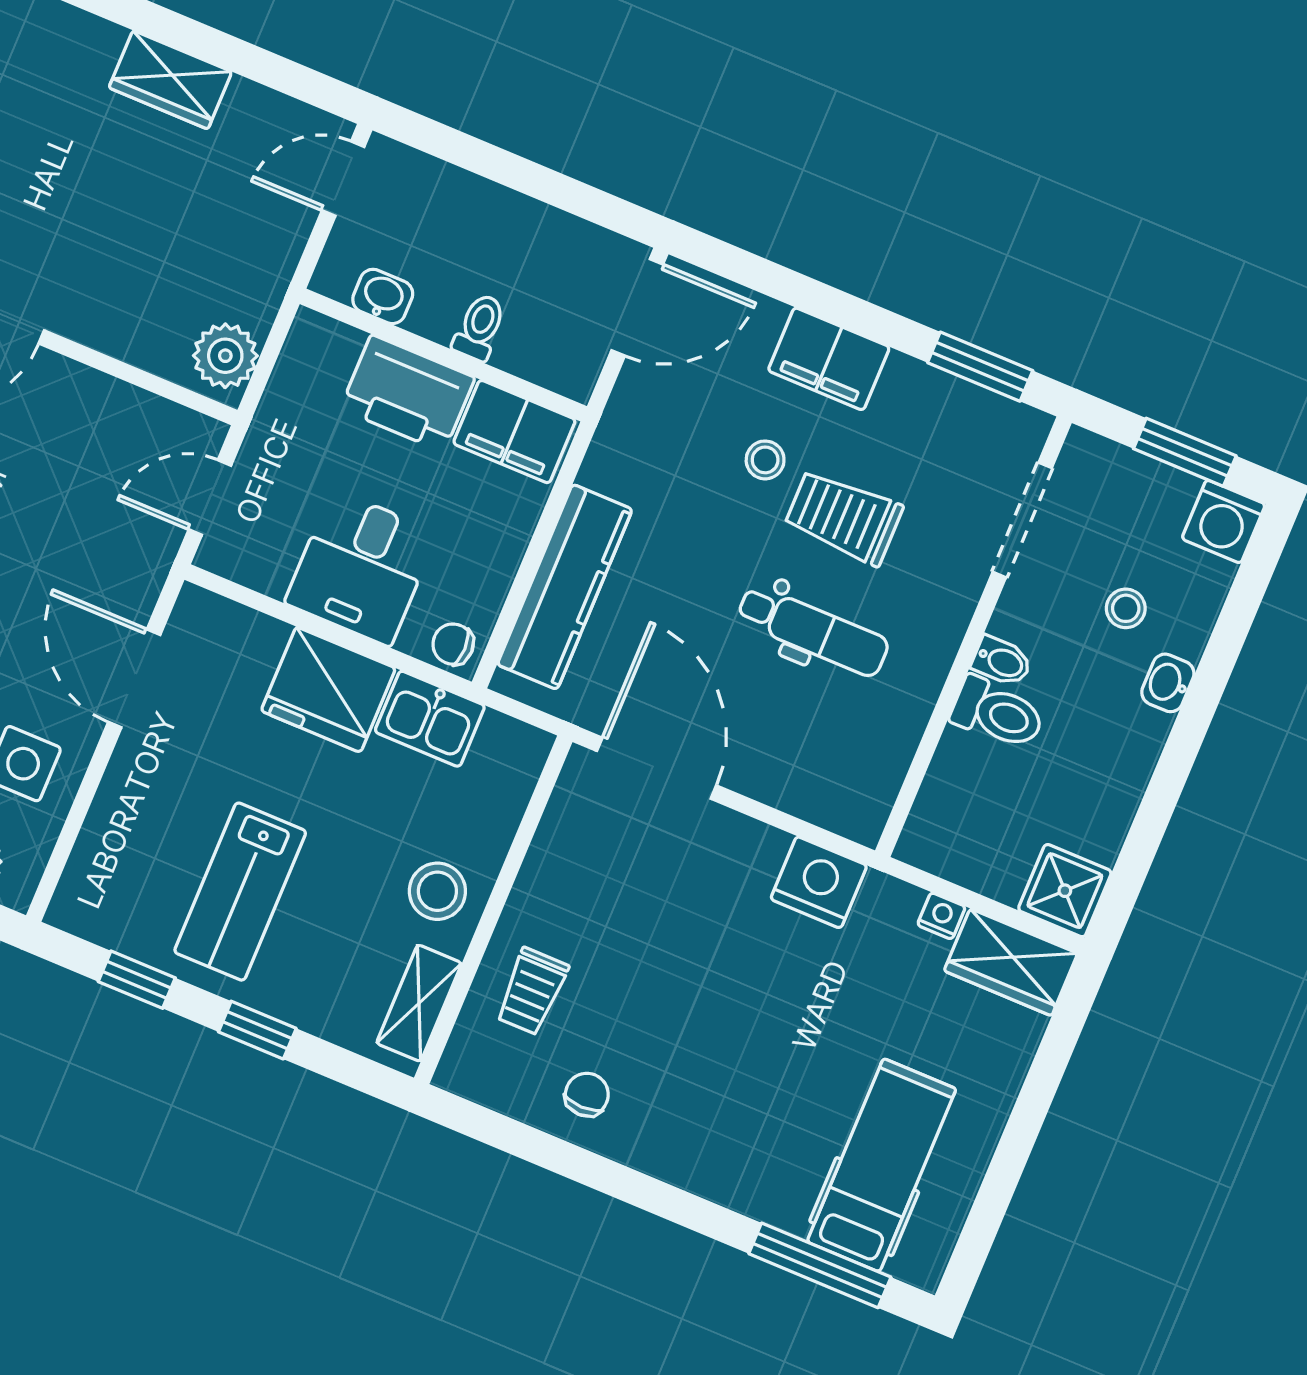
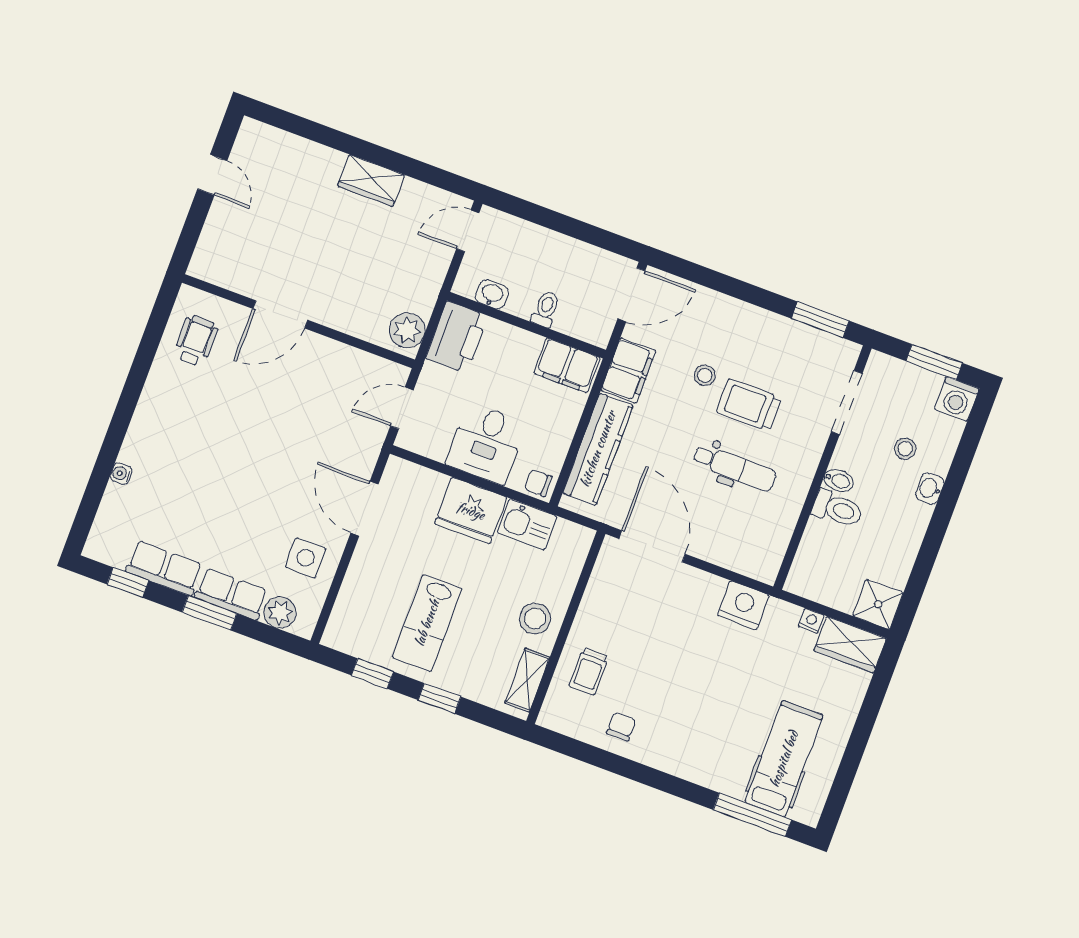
filing cabinet: (829, 359) -> (628, 370), moved, turned -90
printer: (408, 393) -> (457, 337), moved, turned -90

